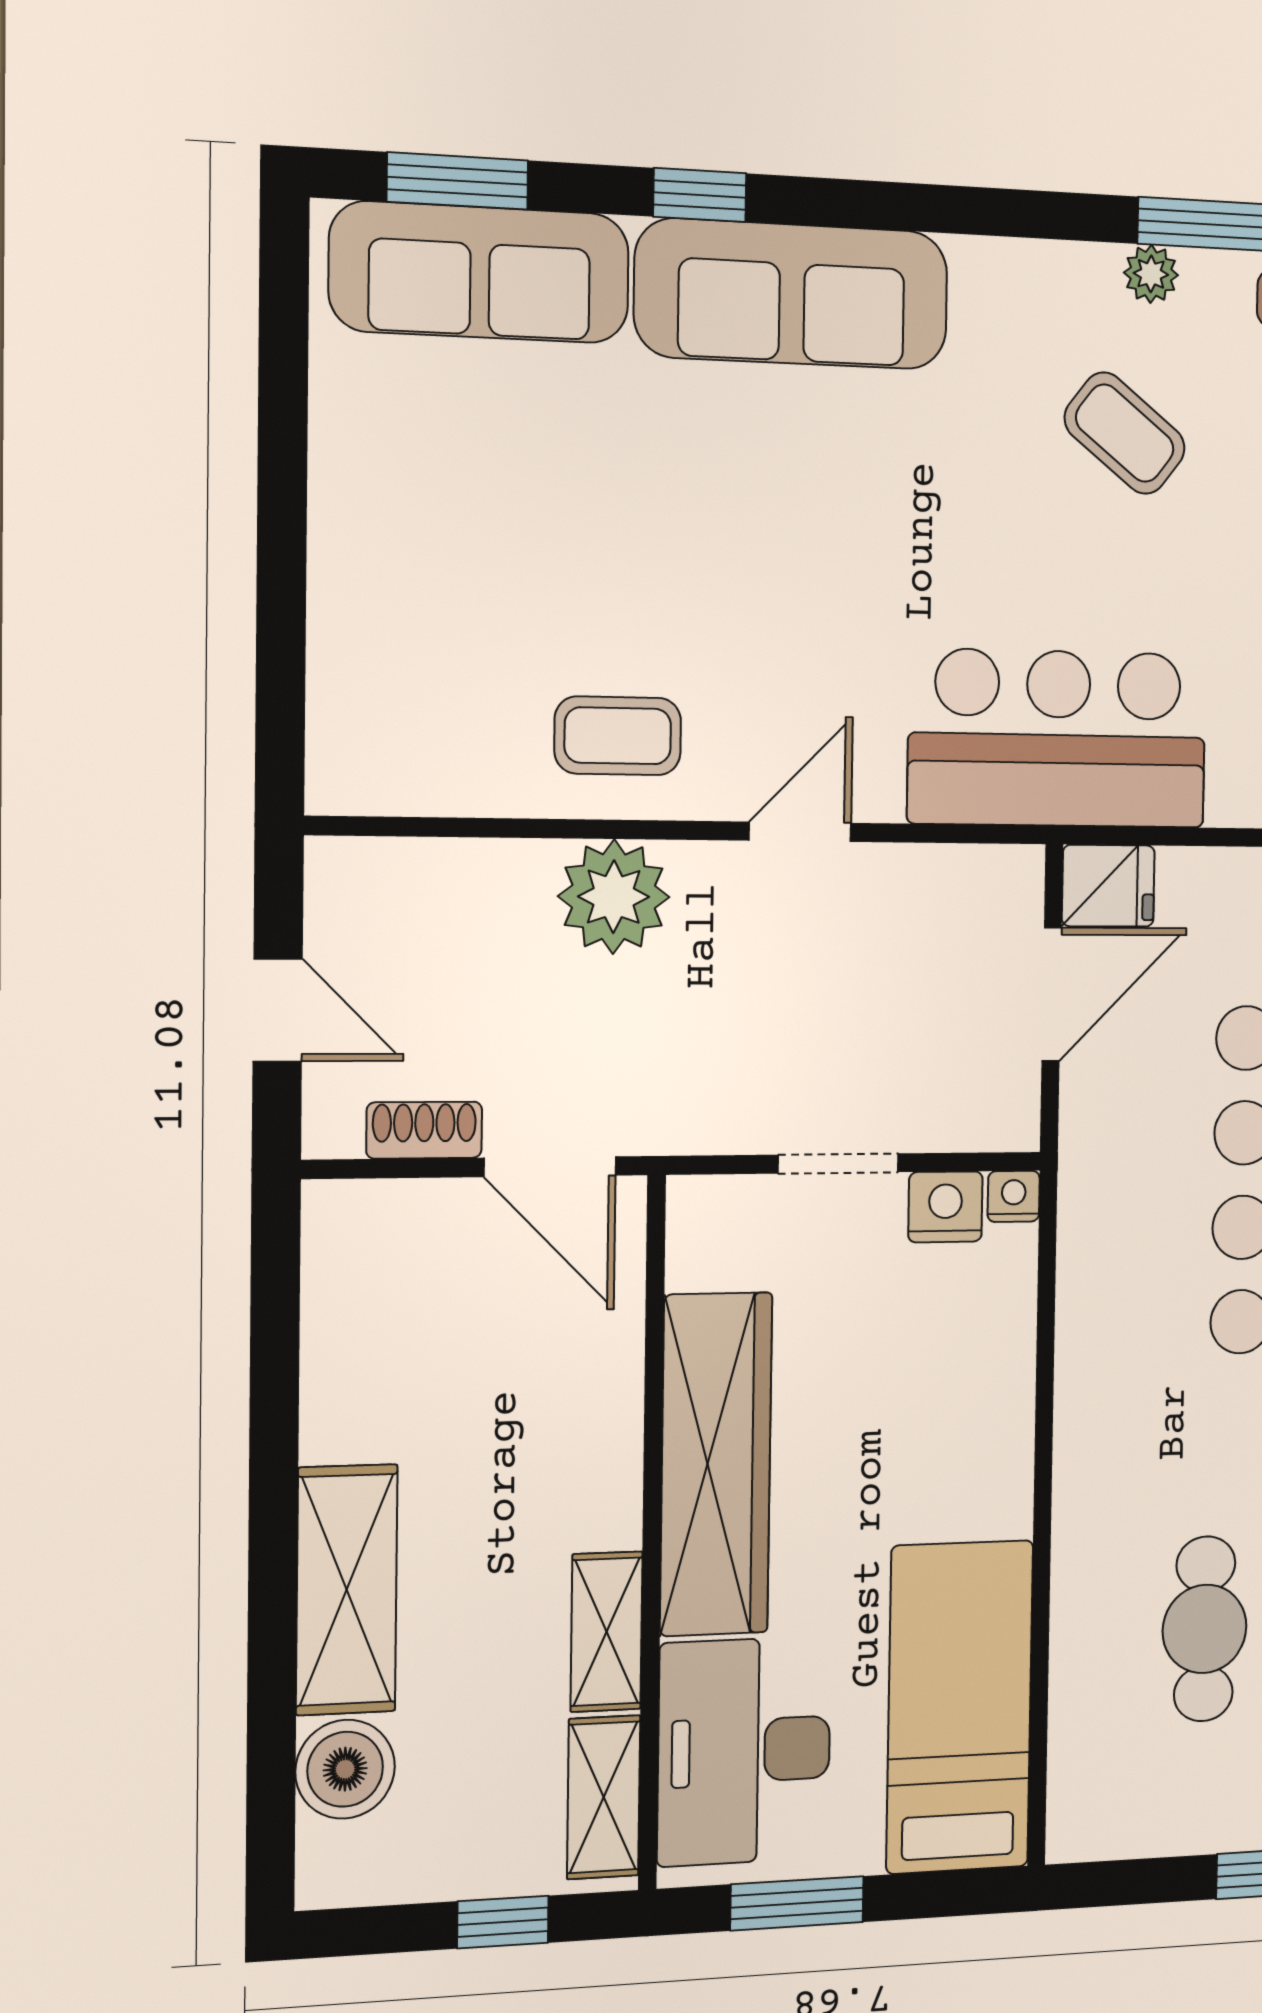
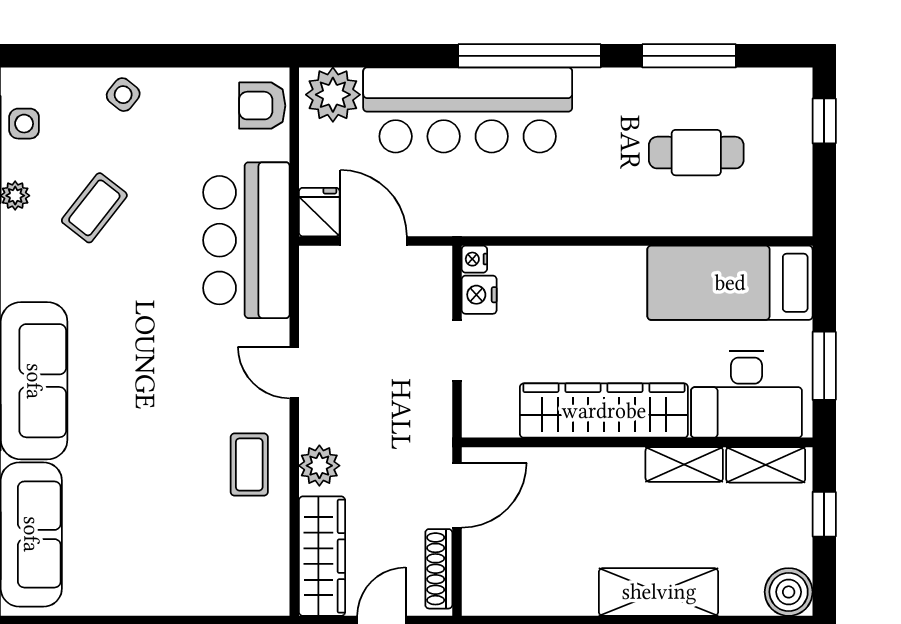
wardrobe: (428, 885) -> (322, 556), added
plant: (614, 897) -> (319, 466), width x0.73, depth x0.73
shoe rack: (424, 1130) -> (439, 569), width x1.43
boiler: (345, 1769) -> (789, 592), moved

